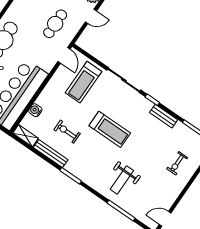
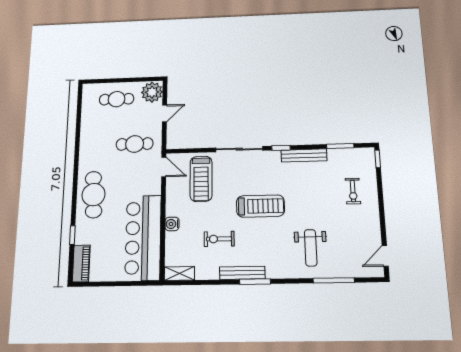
cafe table: (55, 24) -> (135, 144), turned 90
water cooler: (35, 110) -> (172, 224), moved
bench: (164, 116) -> (304, 155), width x1.36
bench: (51, 154) -> (242, 273), moved

